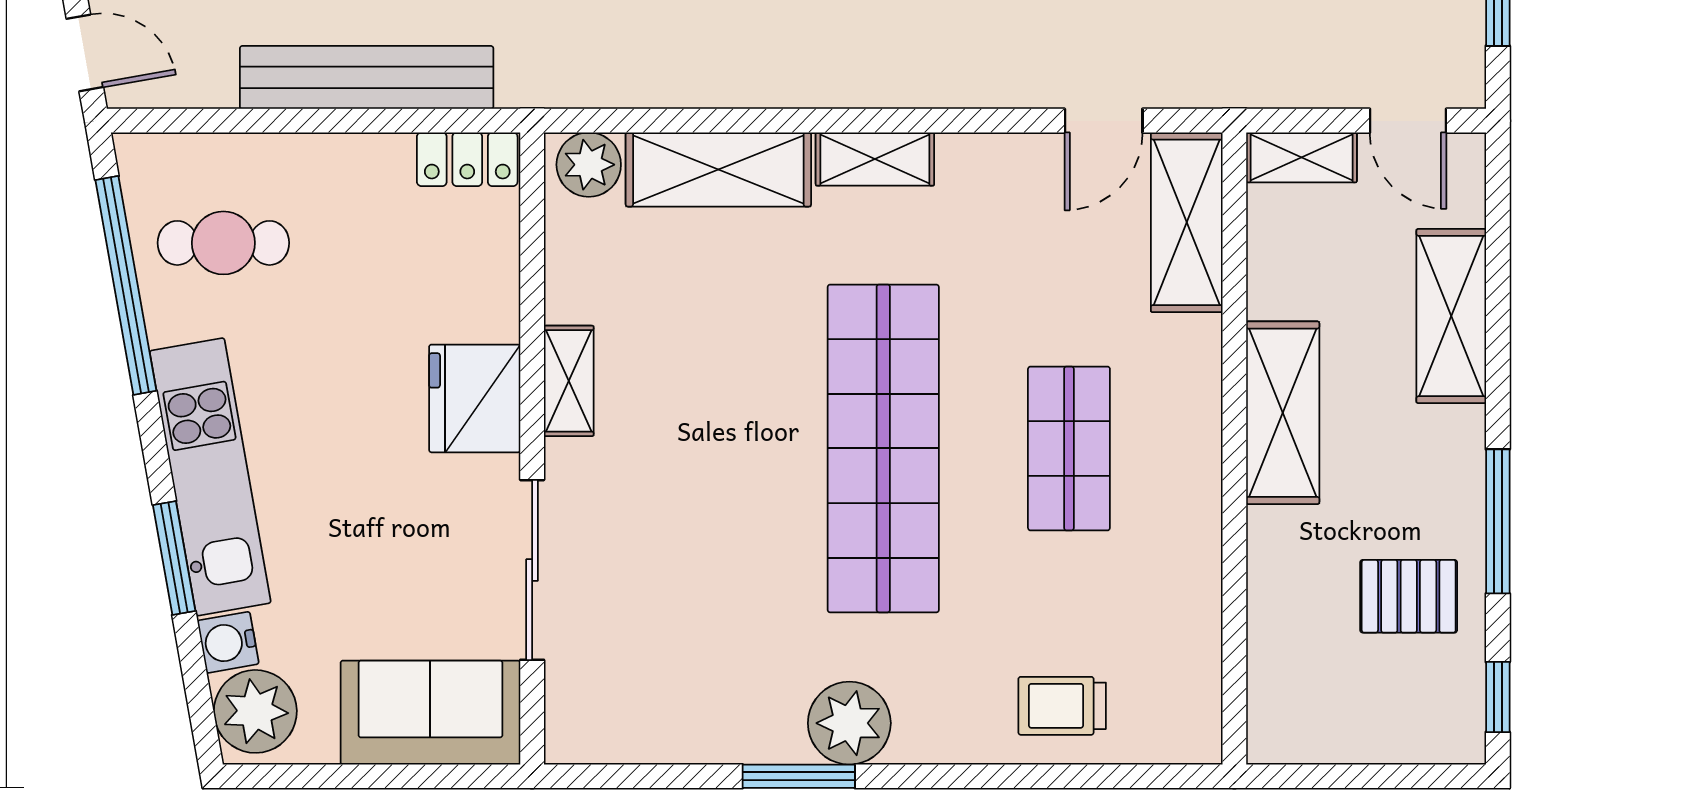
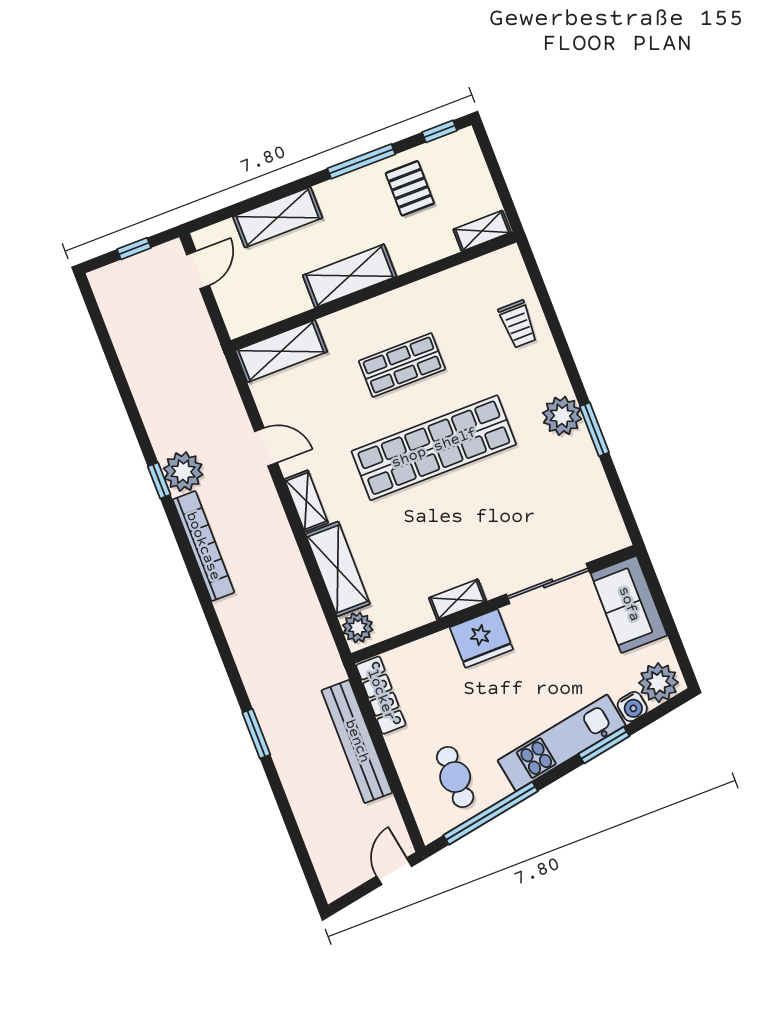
door: (1104, 121) -> (266, 447), moved
shelving: (1302, 157) -> (482, 231), moved, turned 90
locker: (467, 159) -> (381, 695), width x1.53

